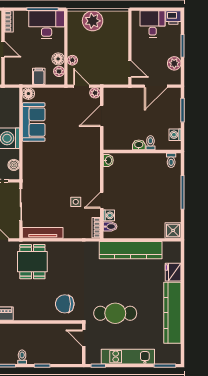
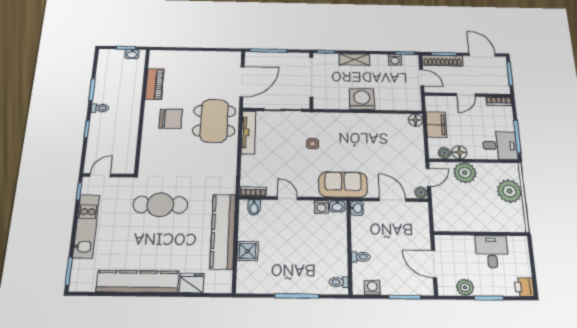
desk: (153, 24) -> (492, 252), moved, turned -90
desk: (47, 25) -> (500, 146), width x0.73
plant: (72, 60) -> (465, 173), width x1.88, depth x1.88
door: (130, 69) -> (453, 233), removed
filing cabinet: (39, 76) -> (436, 125), width x2.00
sofa: (34, 122) -> (343, 185), moved, turned 180
washbasin: (139, 145) -> (357, 208), moved
boiler: (14, 165) -> (330, 103), removed
side table: (76, 202) -> (313, 144), moved
washing machine: (109, 215) -> (321, 207), moved
shower: (173, 230) -> (248, 251), moved
dining table: (32, 262) -> (214, 121), width x1.38
chair: (65, 304) -> (171, 119), moved, turned 90
cafe table: (115, 313) -> (160, 205), moved, turned 90
door: (84, 338) -> (100, 175), moved

